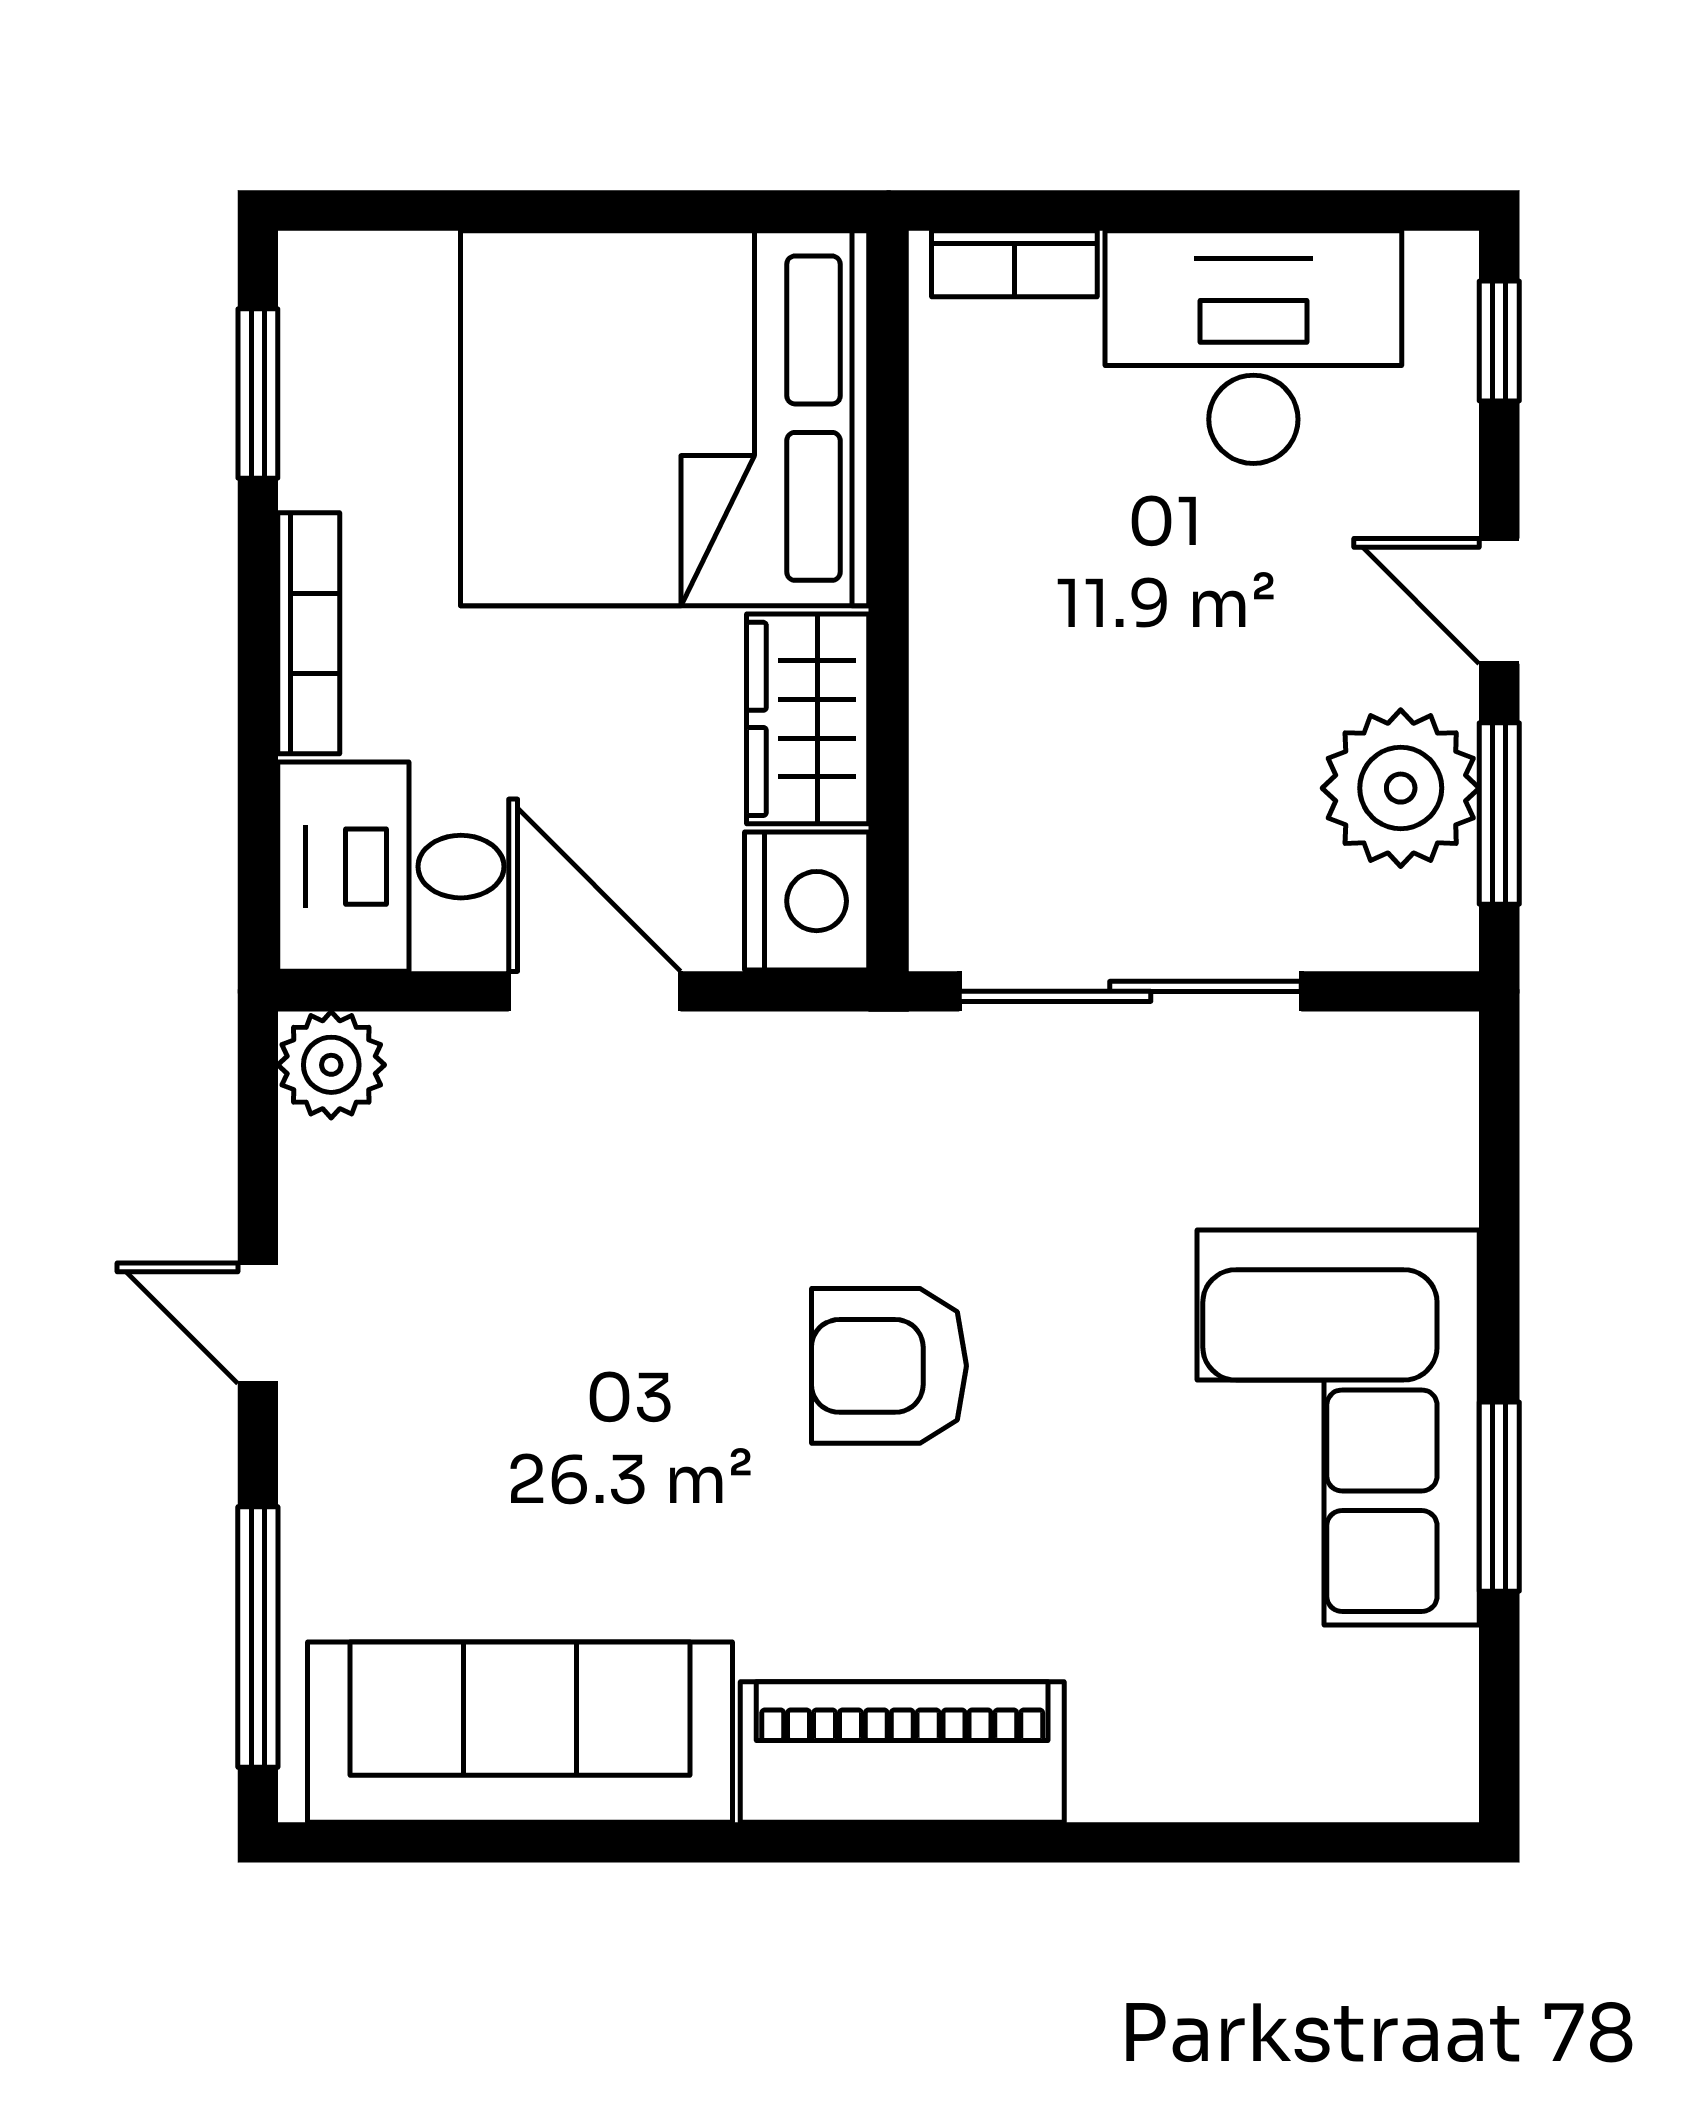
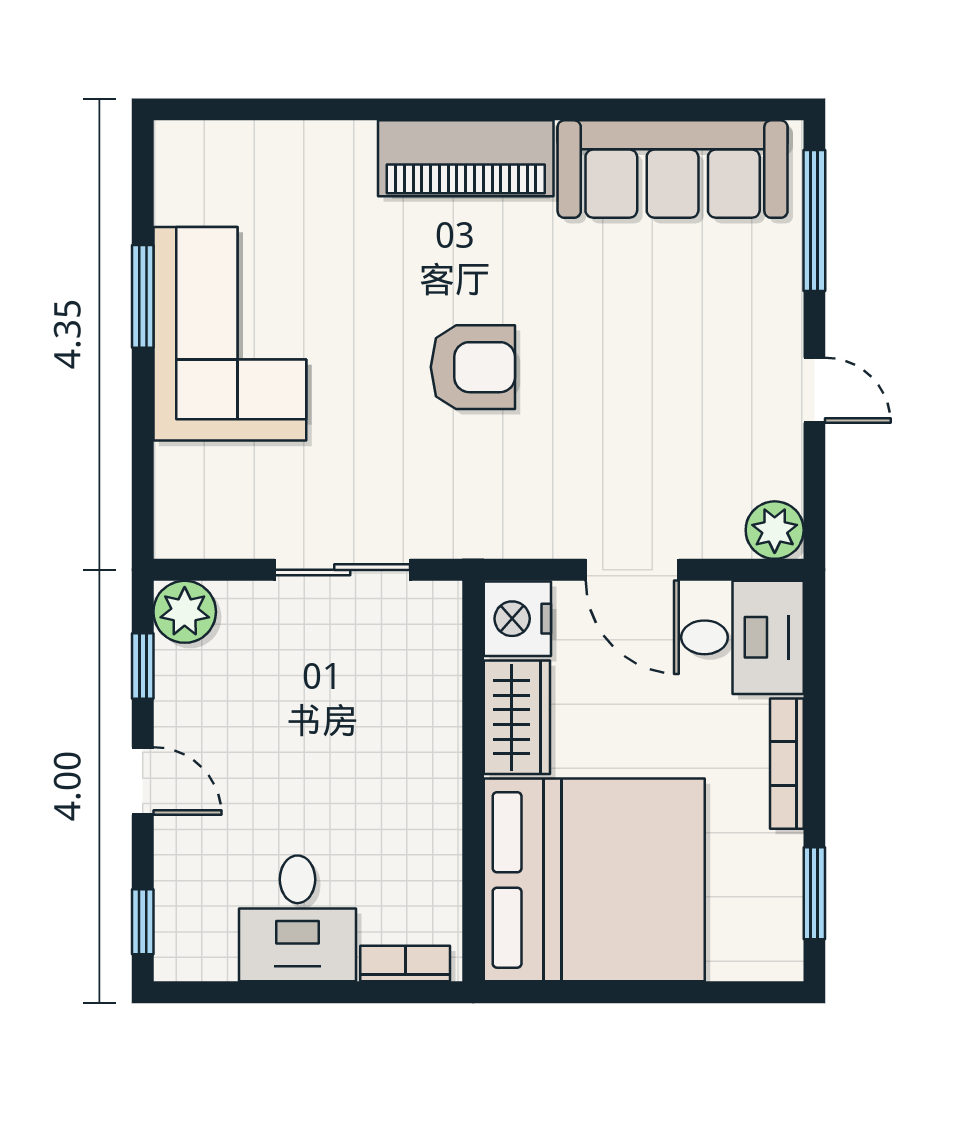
desk: (1253, 347) -> (297, 918), width x0.73
plant: (1401, 788) -> (185, 612), moved, width x0.73, depth x0.73
window: (1499, 814) -> (143, 666), width x0.67
sliding door: (1130, 991) -> (342, 570), width x0.73

